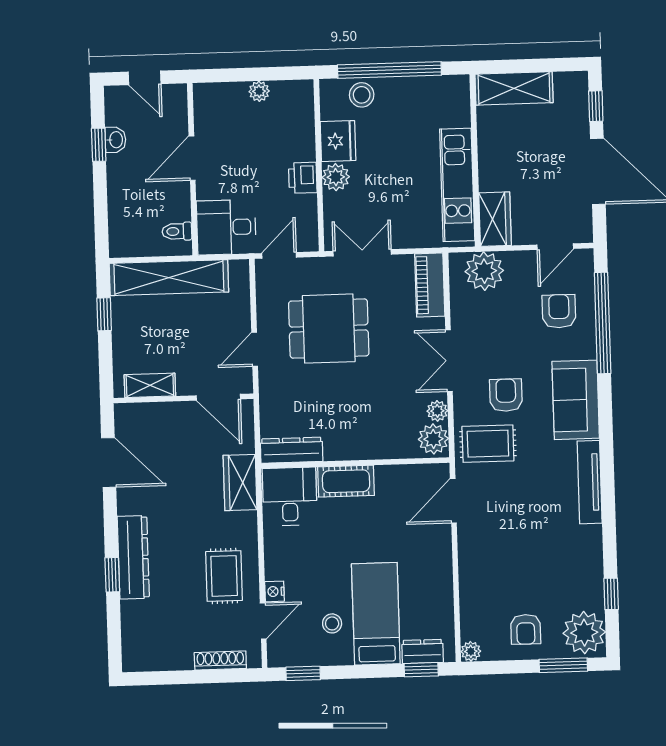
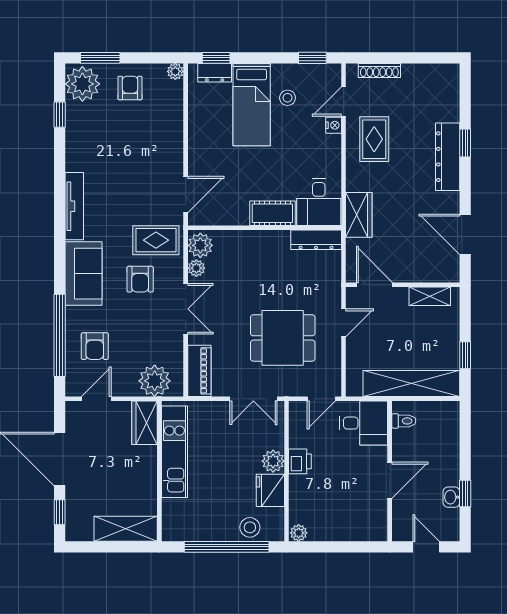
plant: (259, 91) -> (299, 533), moved

